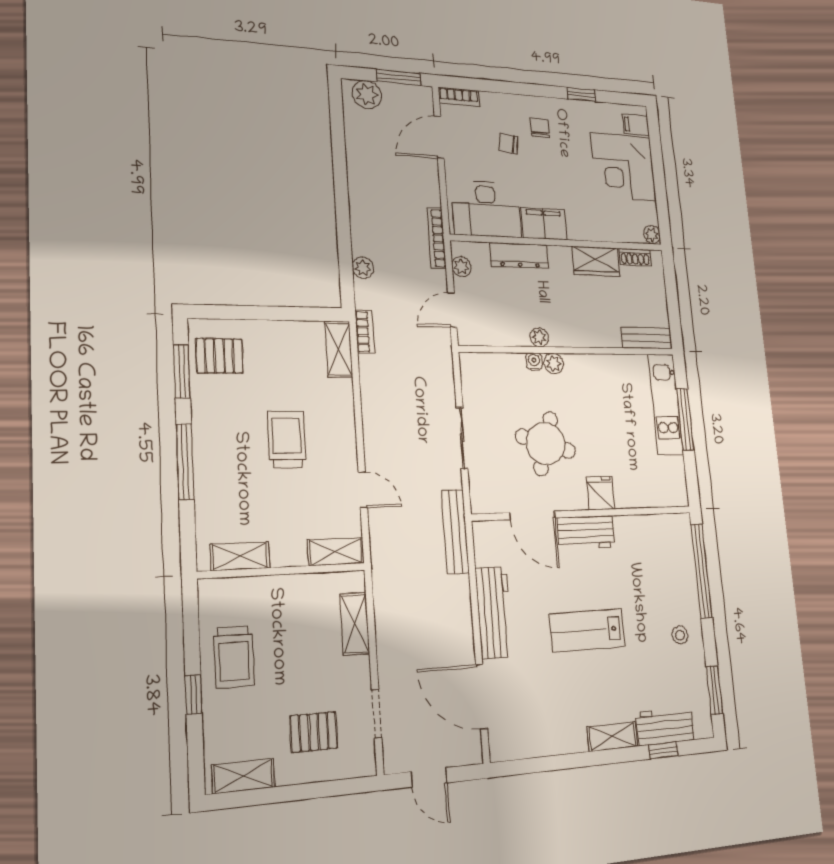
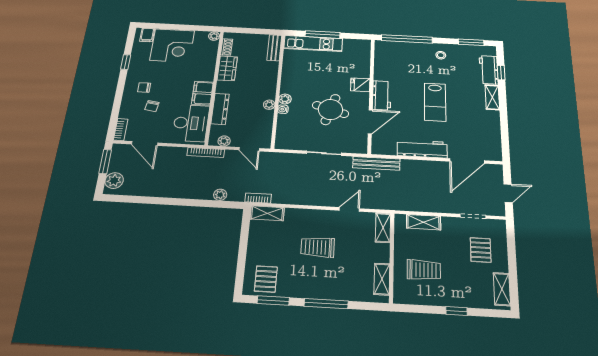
trolley: (234, 657) -> (424, 270), moved

